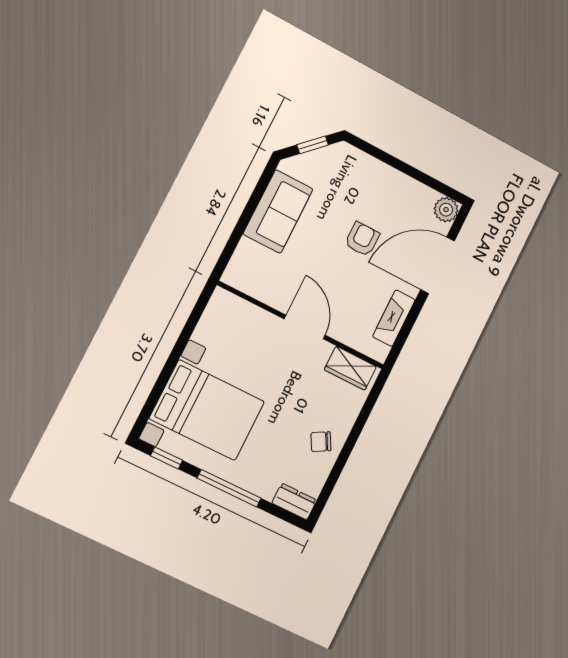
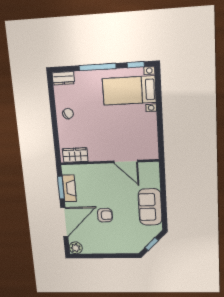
armchair: (362, 239) -> (105, 215), turned -90
door: (305, 327) -> (126, 161), moved
window: (407, 327) -> (61, 188), added
bed with nightstands: (207, 410) -> (129, 90), width x0.73

